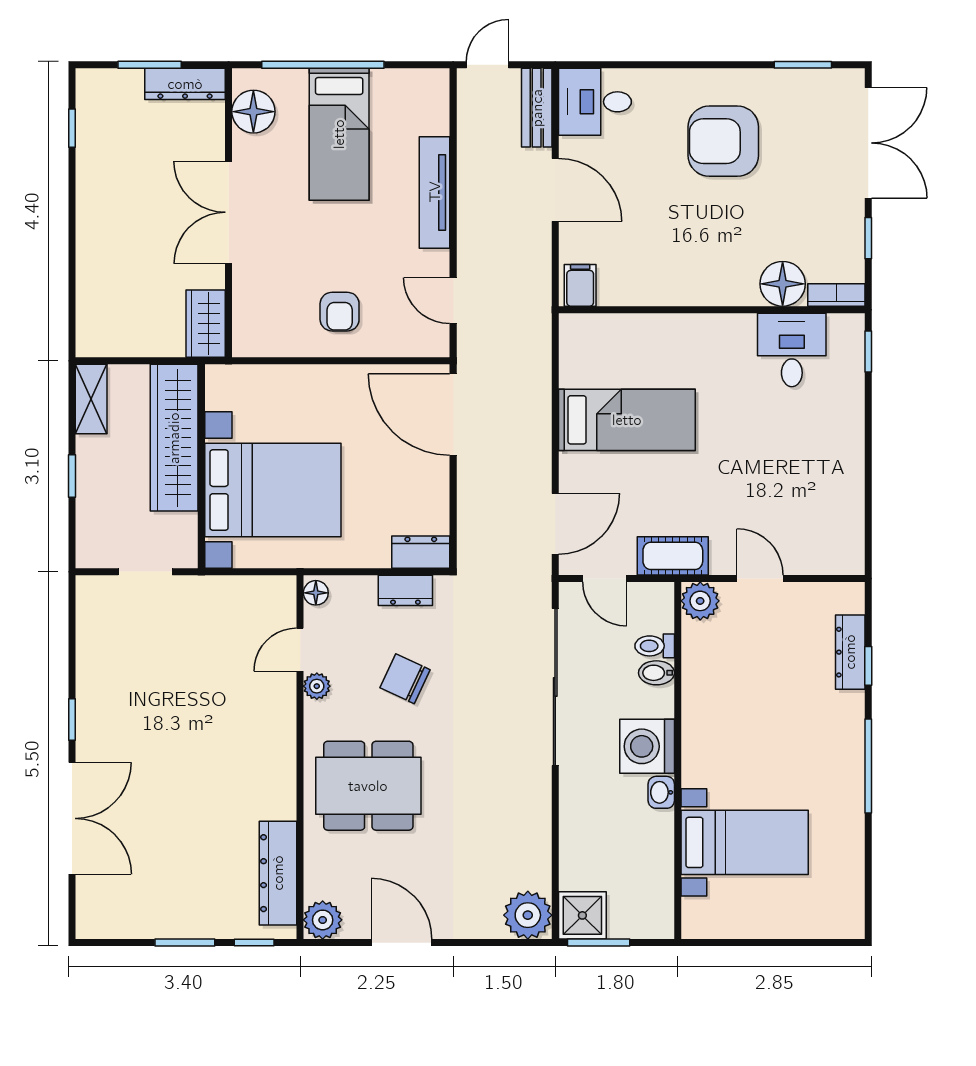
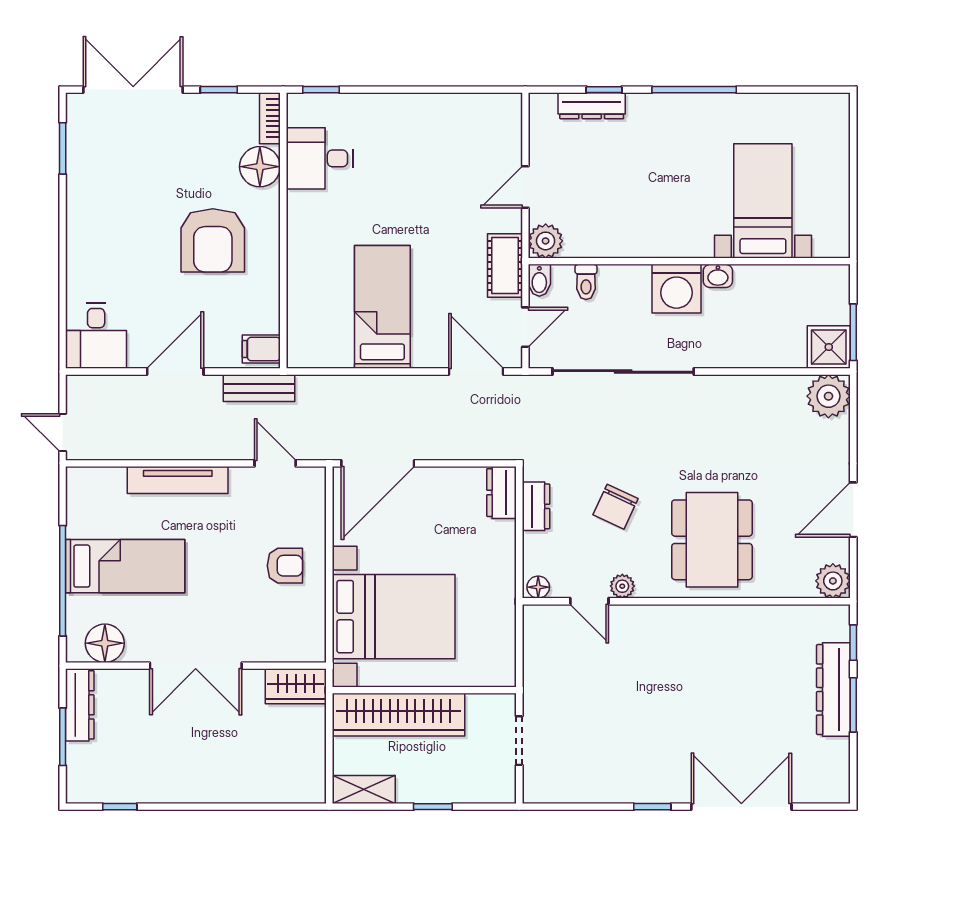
bench: (537, 108) -> (259, 388), moved
armchair: (723, 141) -> (213, 240), moved
door: (453, 301) -> (275, 463), swing flipped
bed with nightstands: (273, 490) -> (394, 617), moved, turned 90
bidet: (656, 673) -> (539, 280), moved
dresser: (278, 873) -> (833, 690), moved, turned 90

